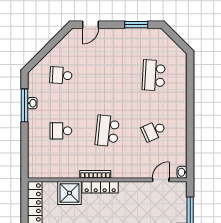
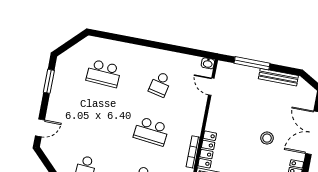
door: (90, 25) -> (40, 128), hinge flipped
school desk: (154, 131) -> (160, 84), turned 36

